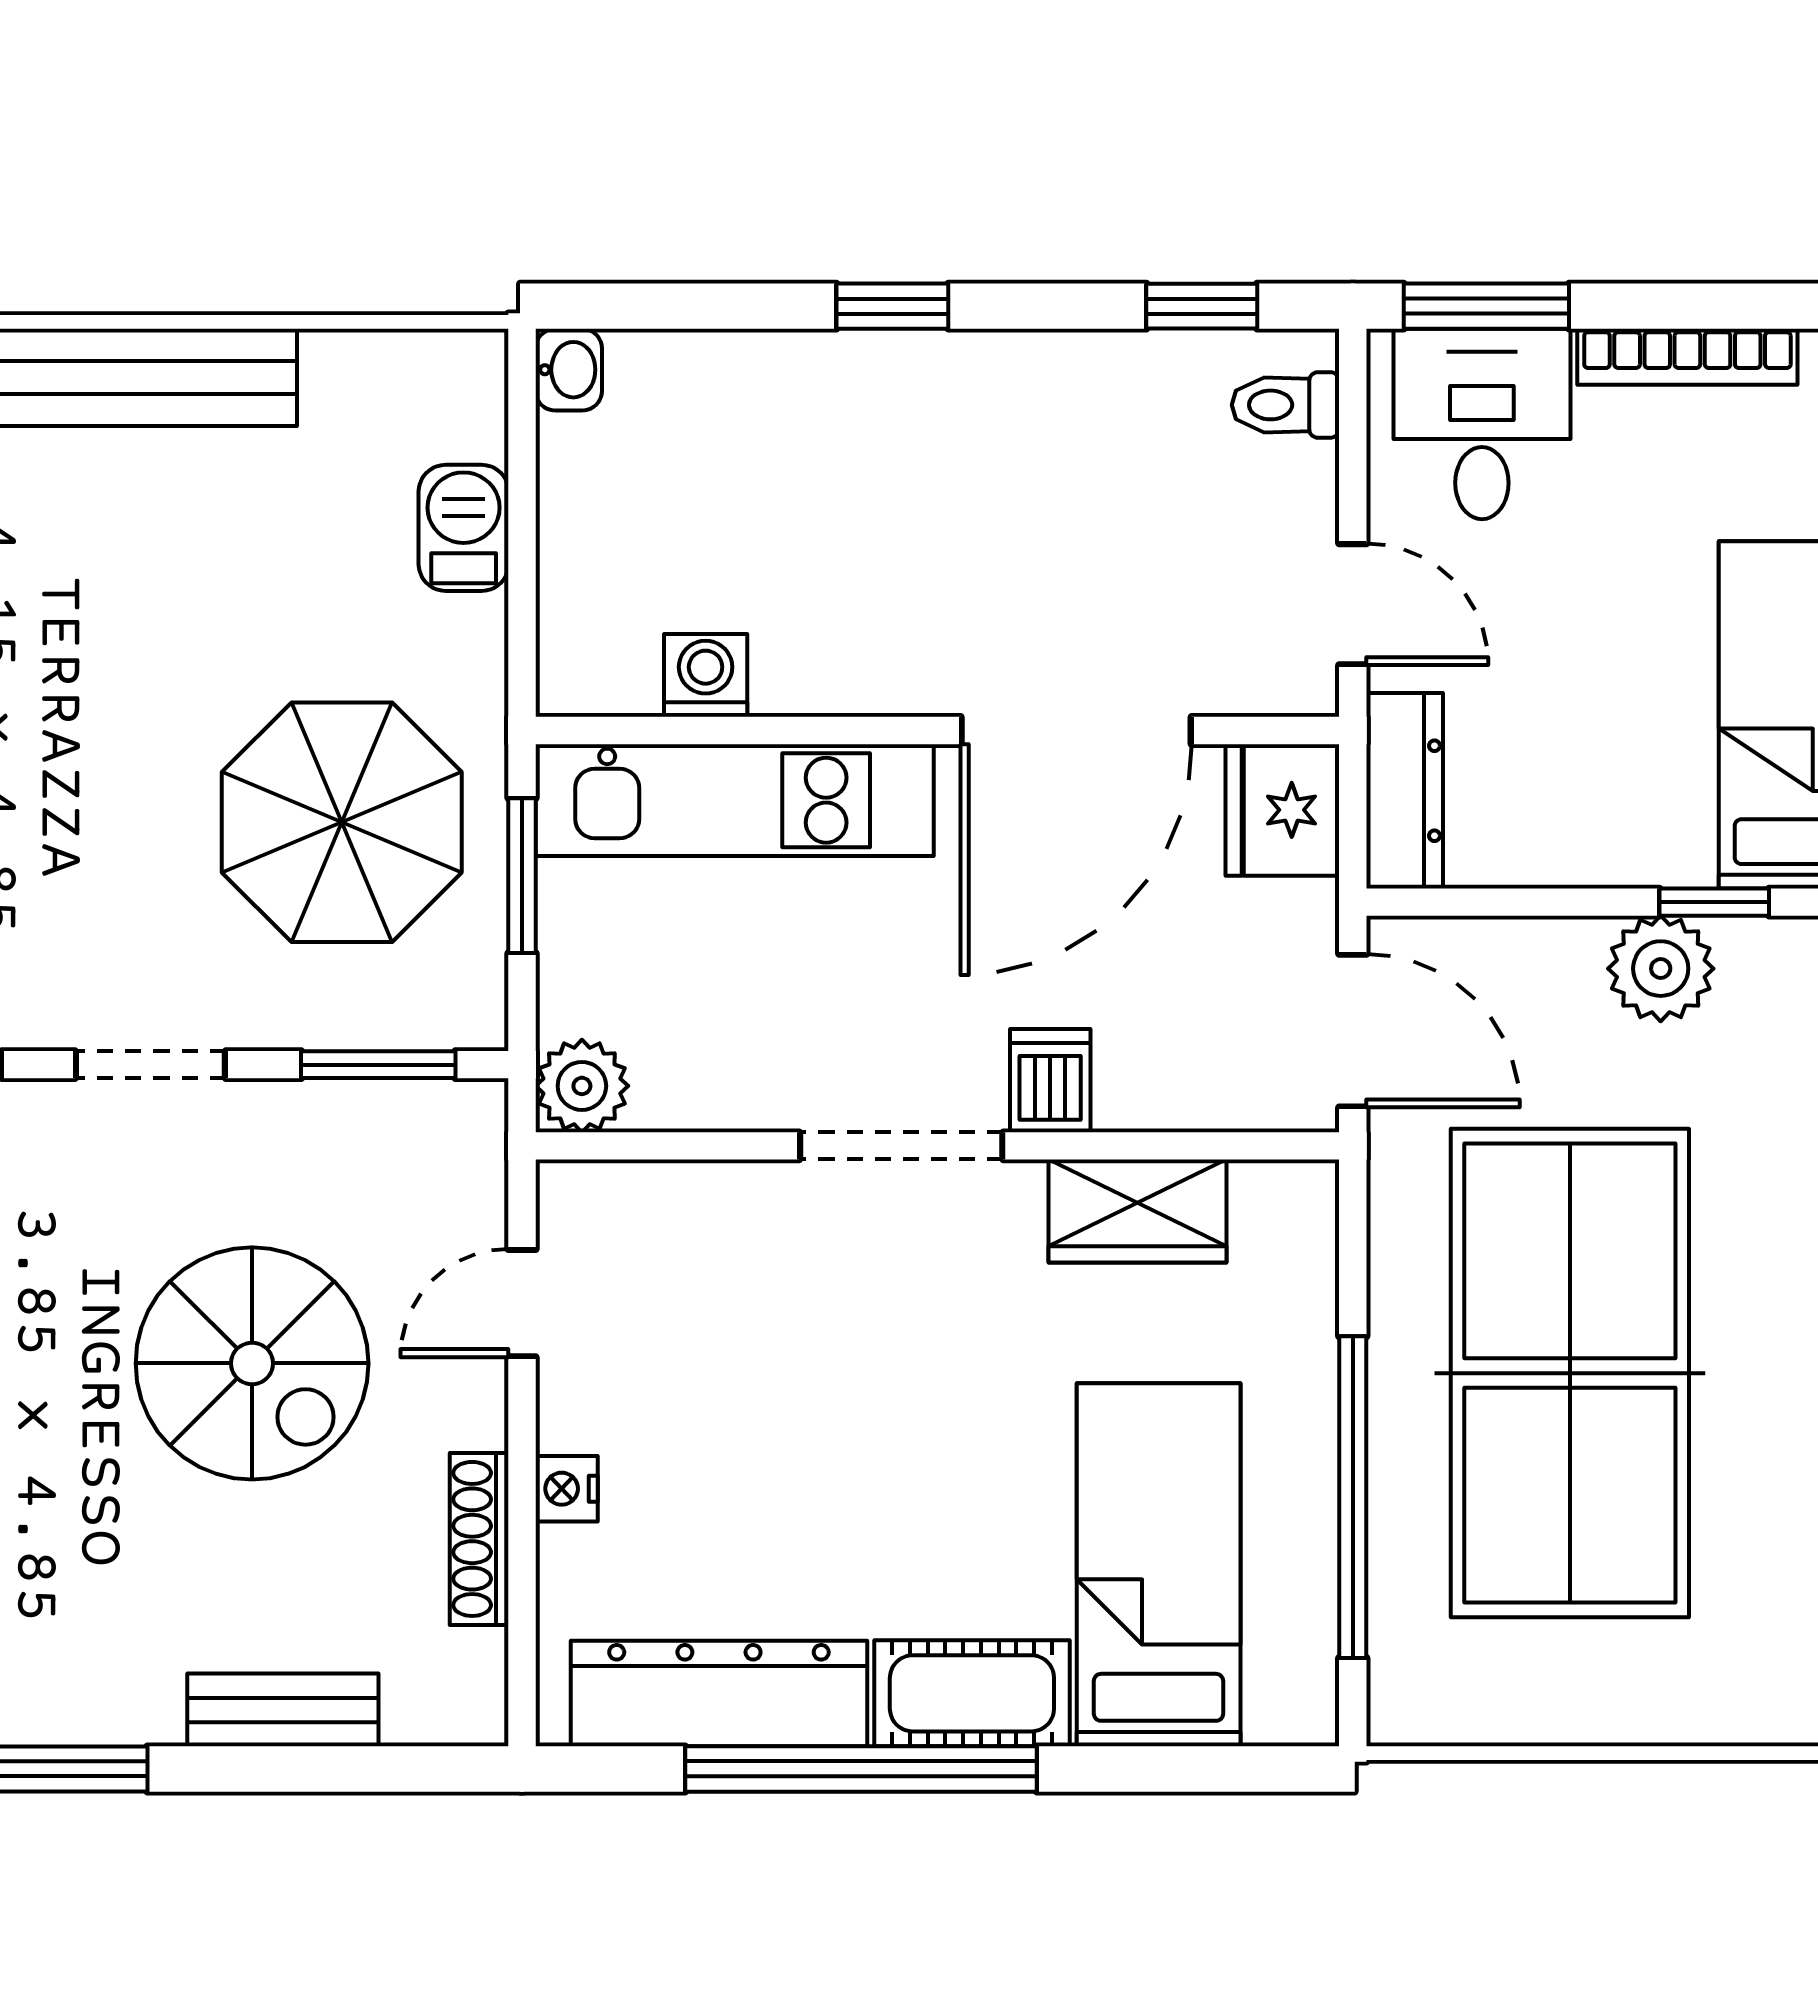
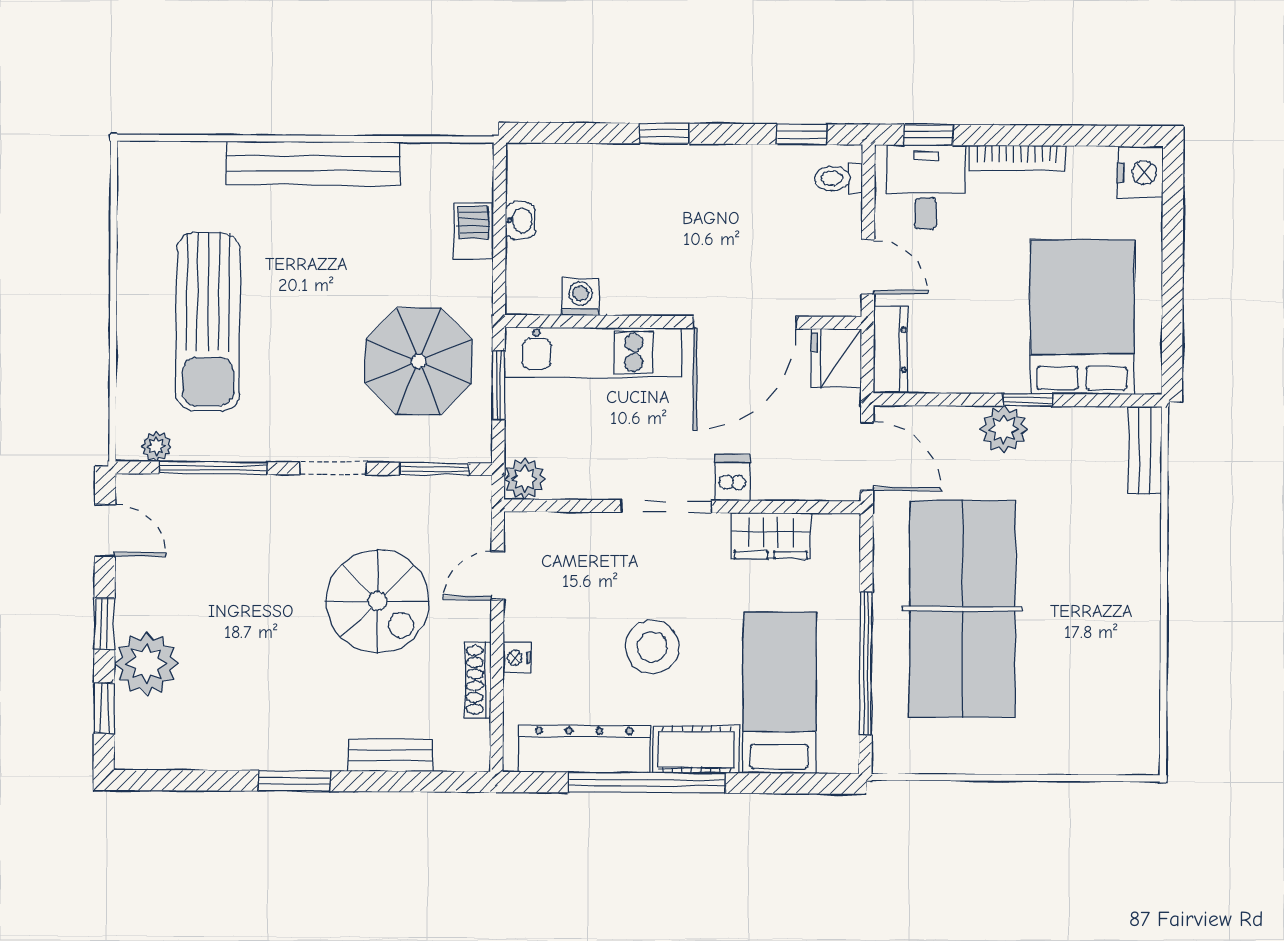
window: (1486, 306) -> (928, 135), width x0.67
washbasin: (569, 370) -> (520, 220), moved
stool: (871, 1463) -> (652, 647), added

